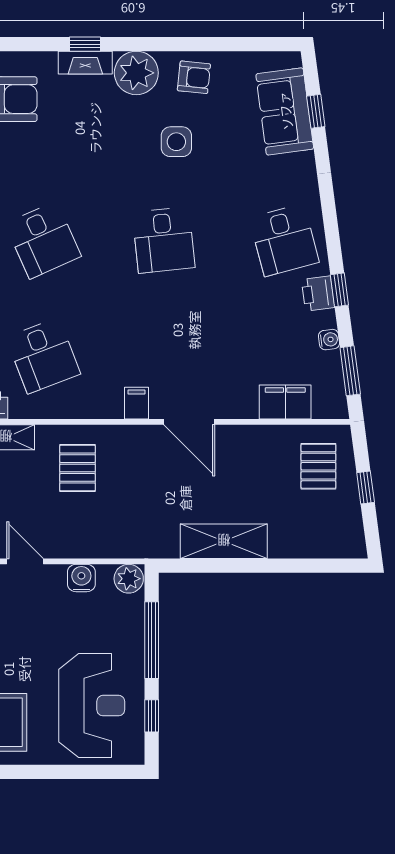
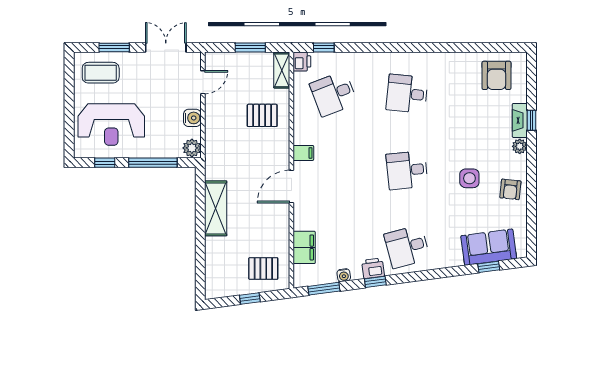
plant: (136, 73) -> (520, 146), width x0.53, depth x0.53
desk: (43, 240) -> (407, 94), turned 30

